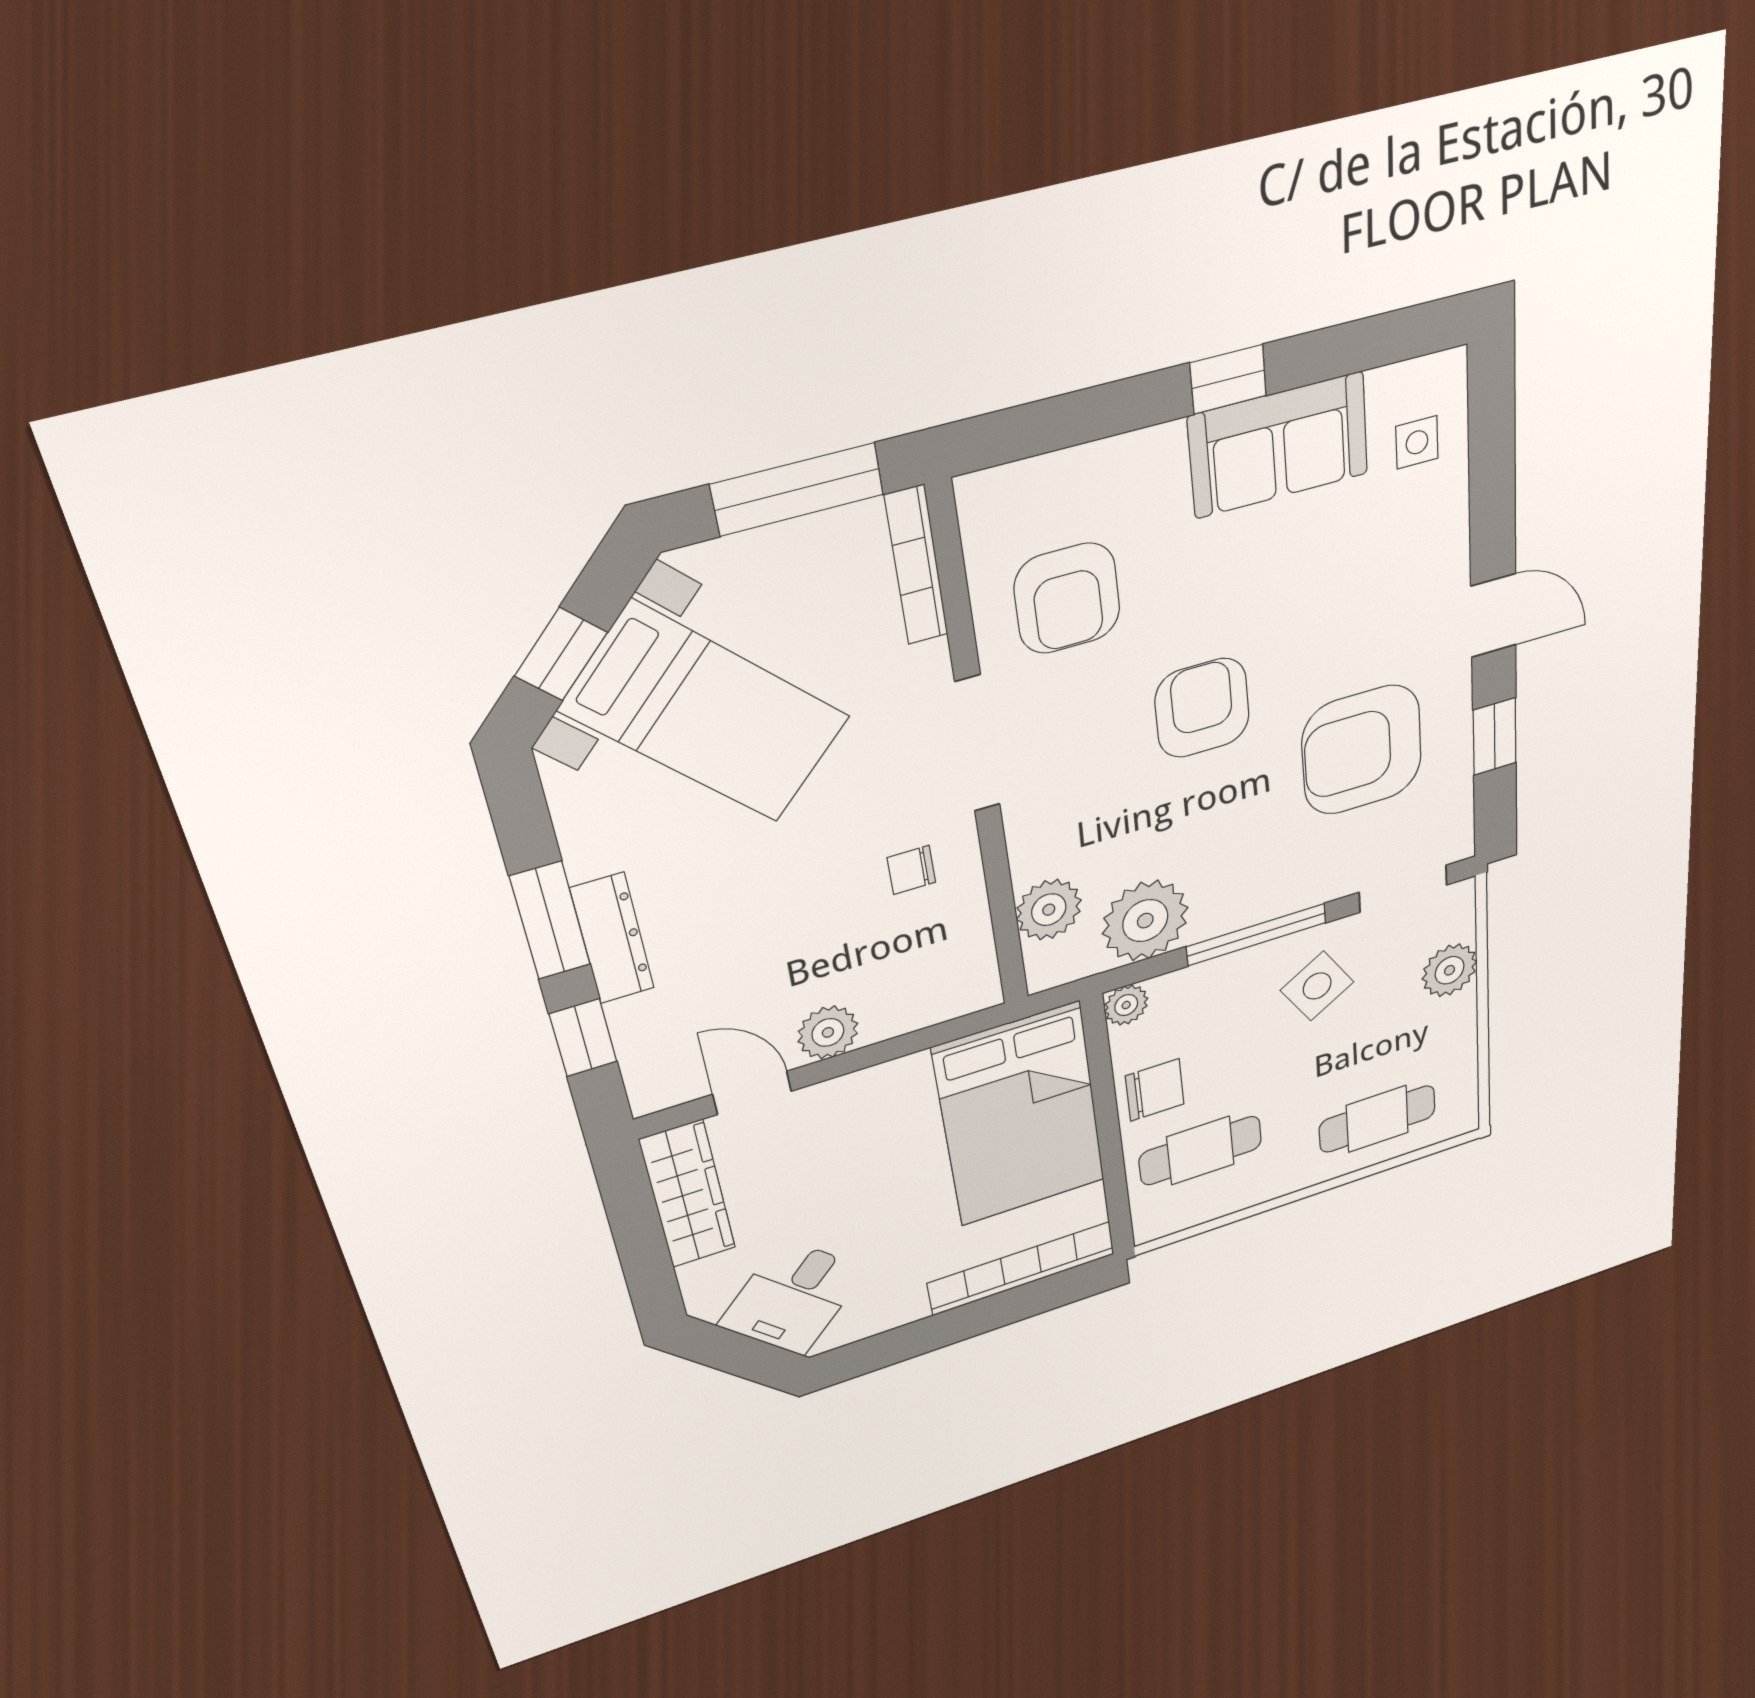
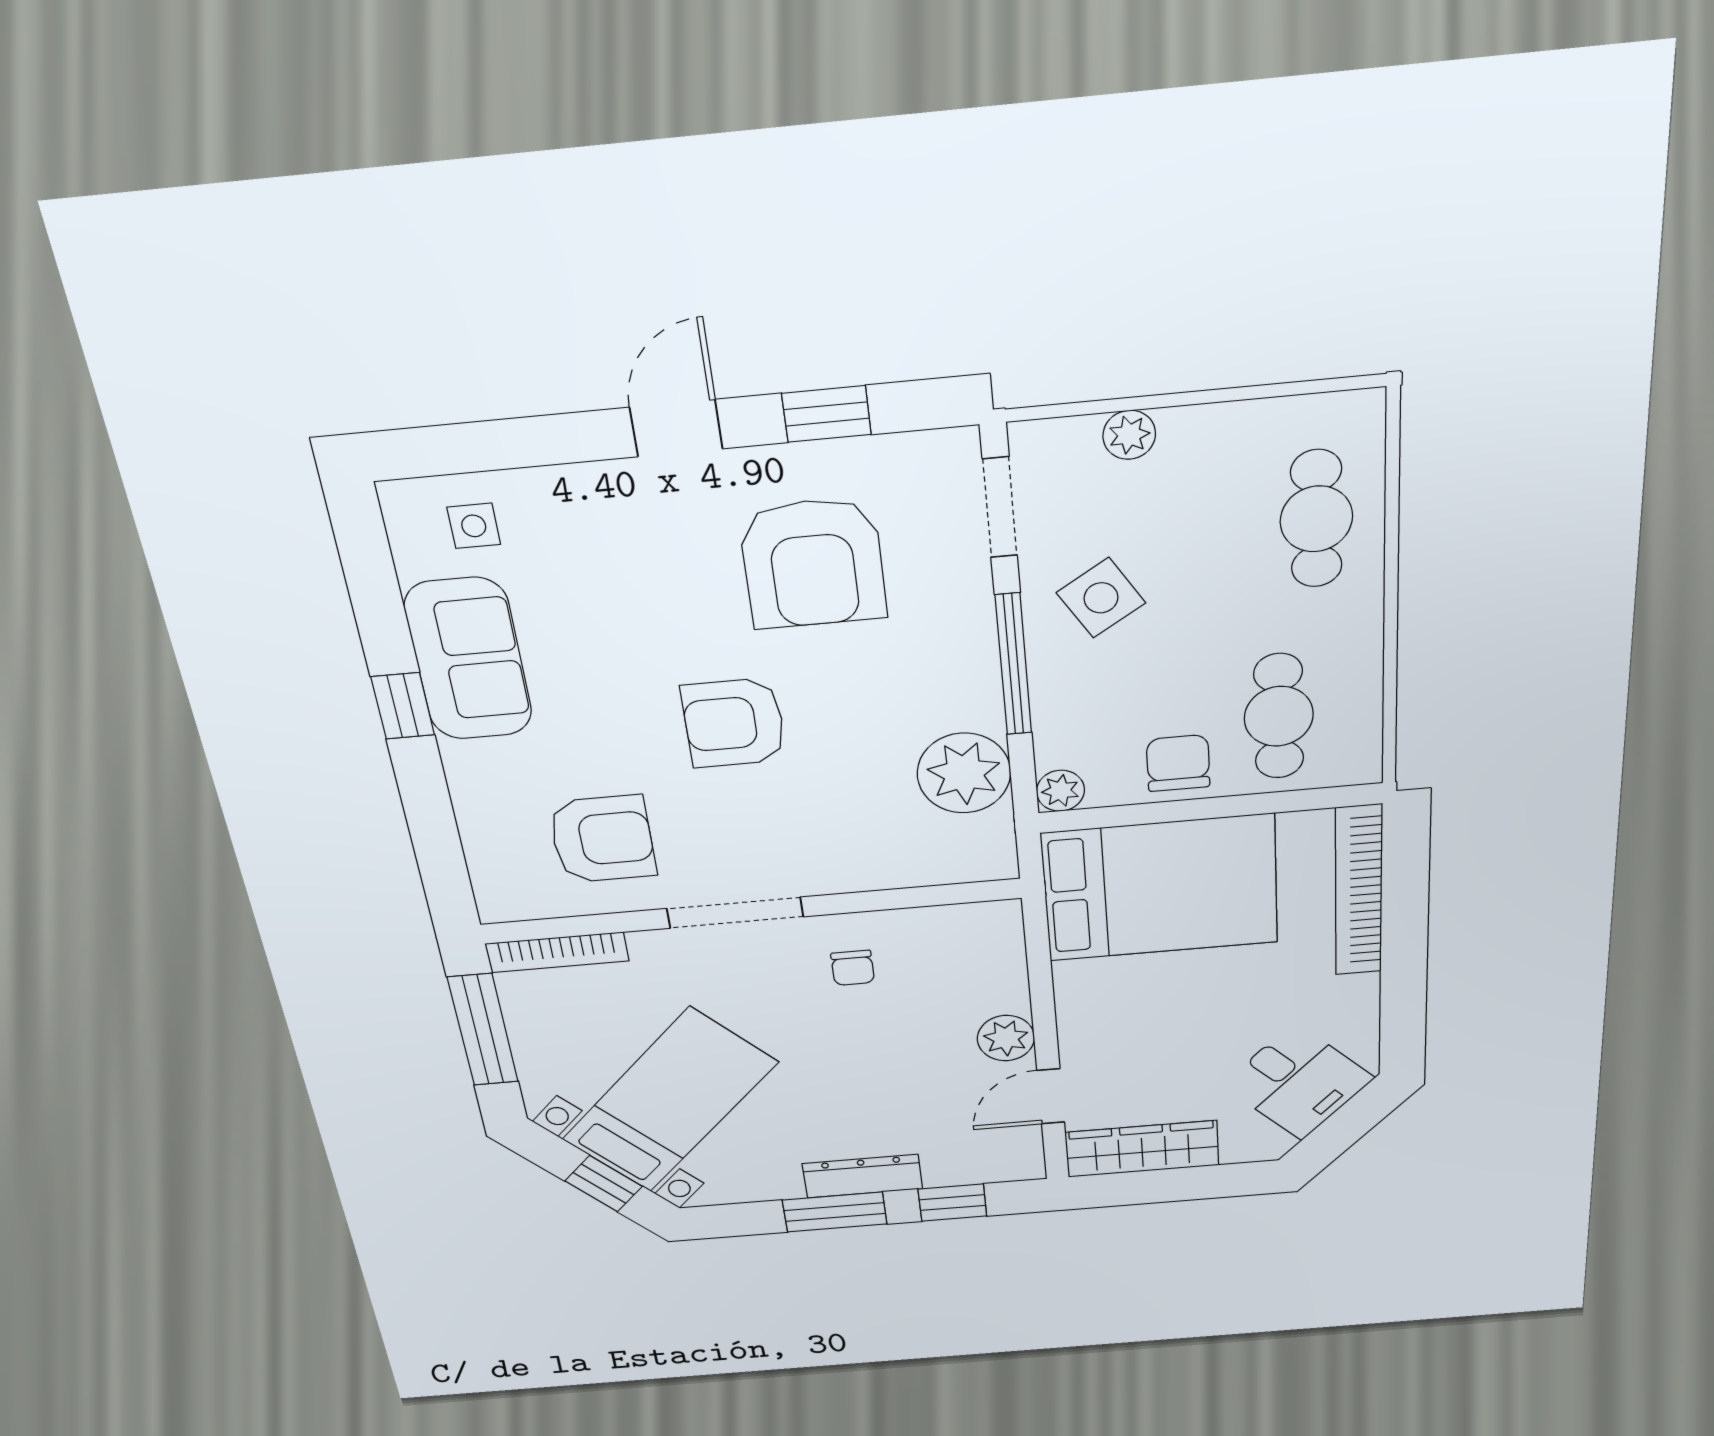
plant: (1049, 910) -> (926, 859), removed
plant: (1450, 970) -> (1129, 435), width x0.73, depth x0.73

